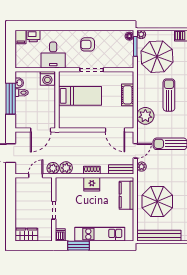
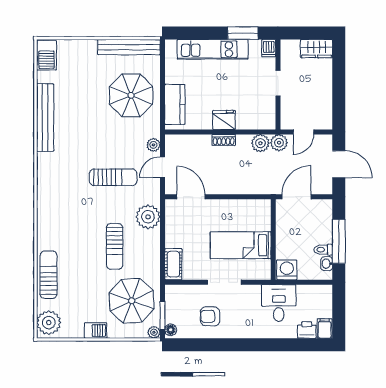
armchair: (88, 44) -> (210, 316), moved, turned 180
cot: (128, 95) -> (173, 264), moved
bench: (121, 169) -> (182, 141), removed

